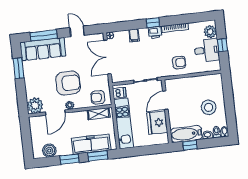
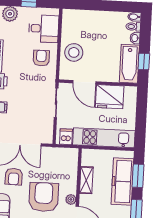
desk: (207, 50) -> (44, 29), moved, turned 90
armchair: (98, 97) -> (14, 177), moved
stool: (209, 107) -> (74, 52), moved
shelving: (99, 114) -> (86, 180), moved

